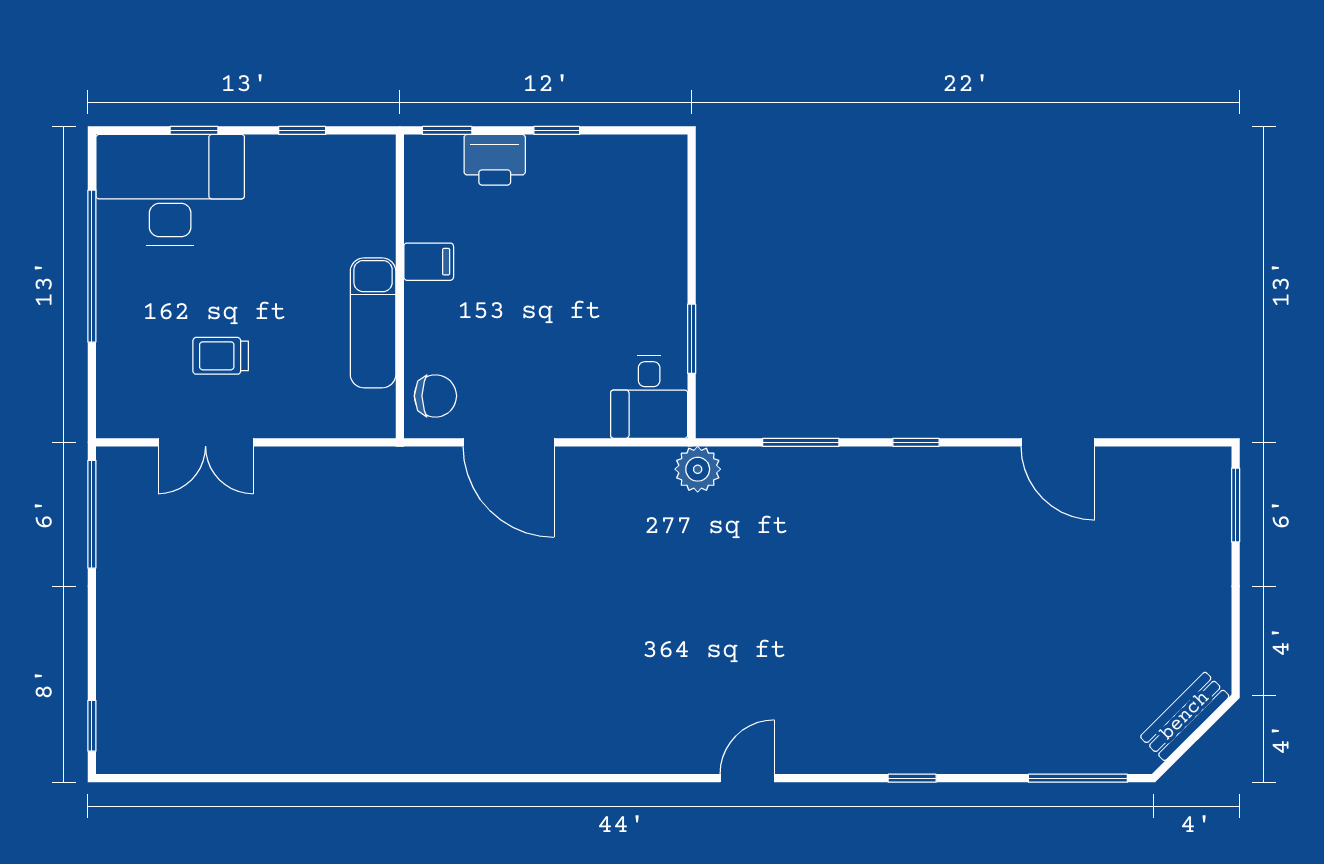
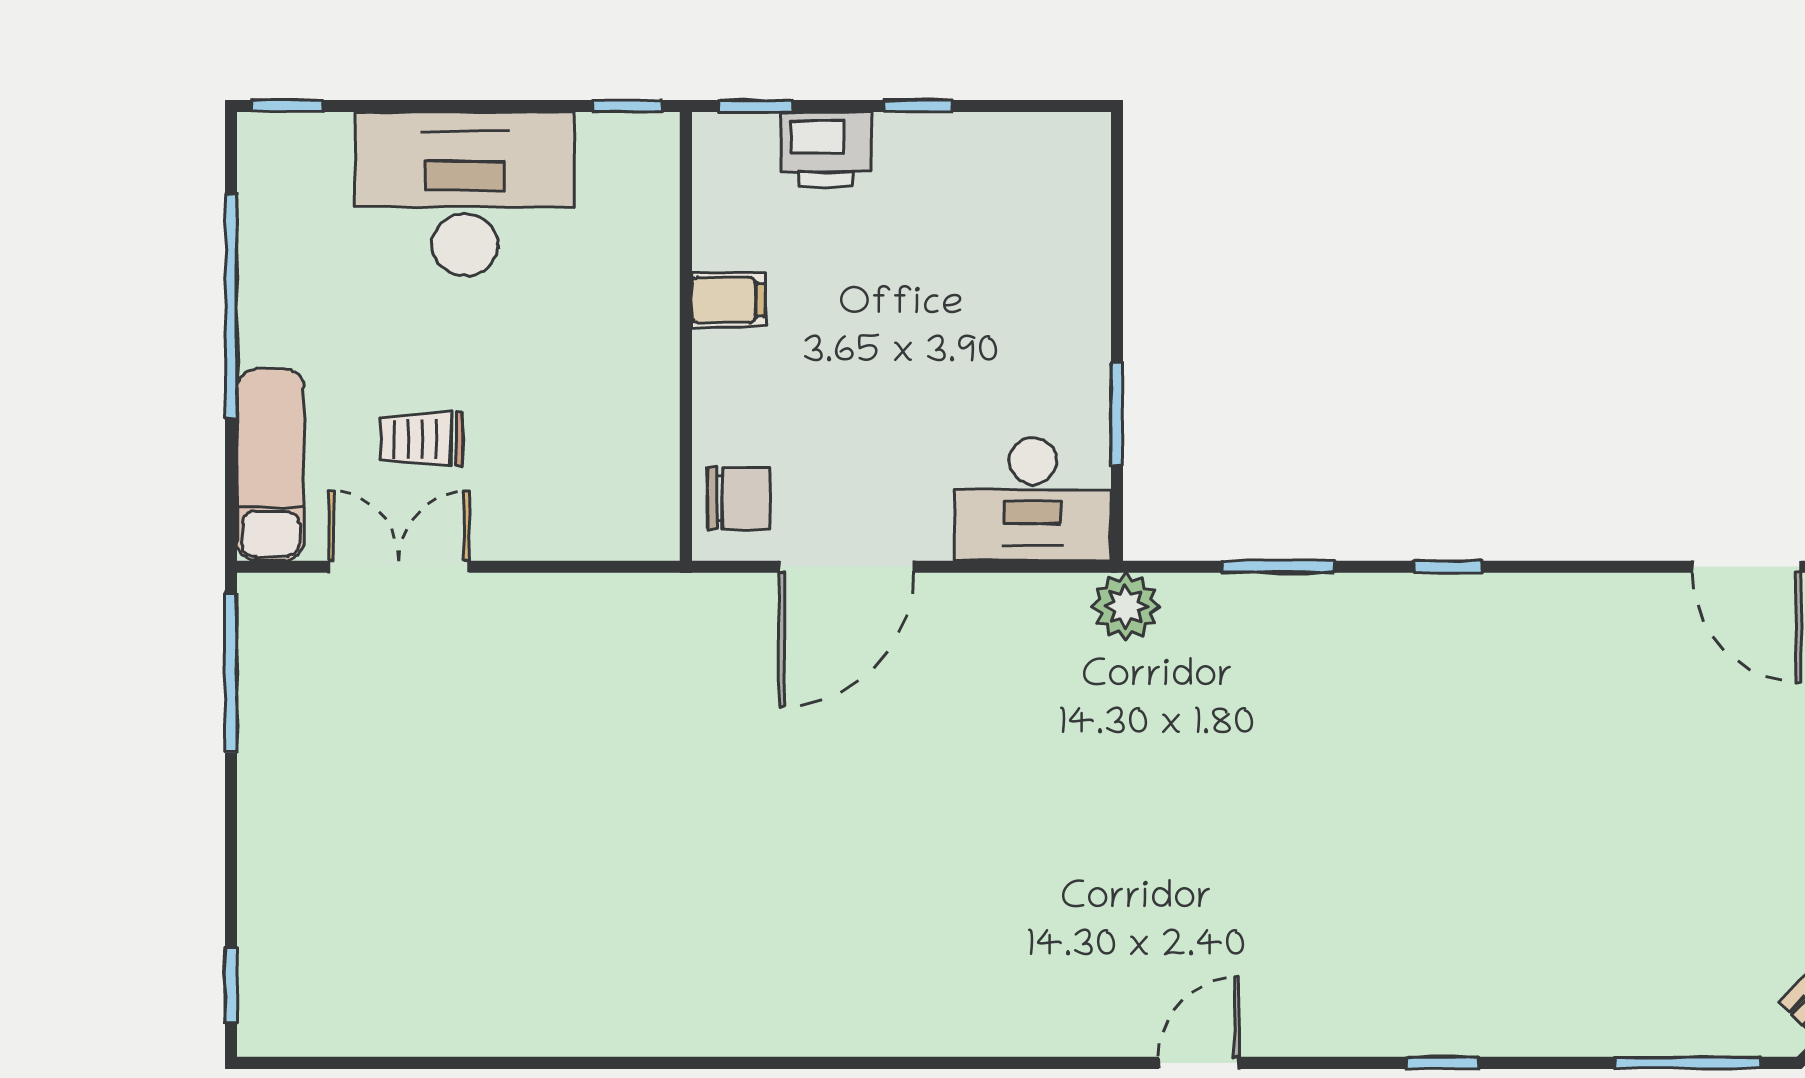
window: (194, 130) -> (287, 106), moved
window: (302, 130) -> (627, 106), moved
desk: (170, 190) -> (465, 194), moved
exam couch: (373, 323) -> (271, 465), moved, turned 180
desk: (649, 397) -> (1033, 499), width x1.37
double door: (206, 442) -> (399, 567), swing flipped
door: (509, 442) -> (847, 567), hinge flipped
door: (1058, 442) -> (1746, 567), moved

